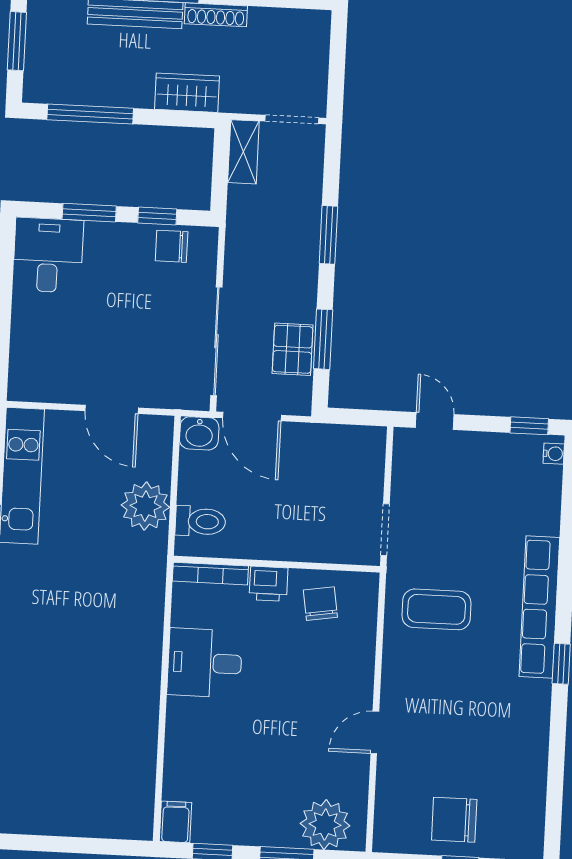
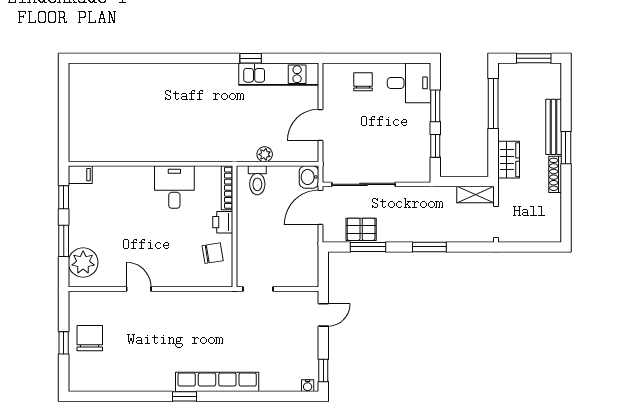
chair: (172, 246) -> (363, 82), moved
plant: (145, 506) -> (265, 154), width x0.53, depth x0.53
coffee table: (437, 609) -> (213, 322), removed

